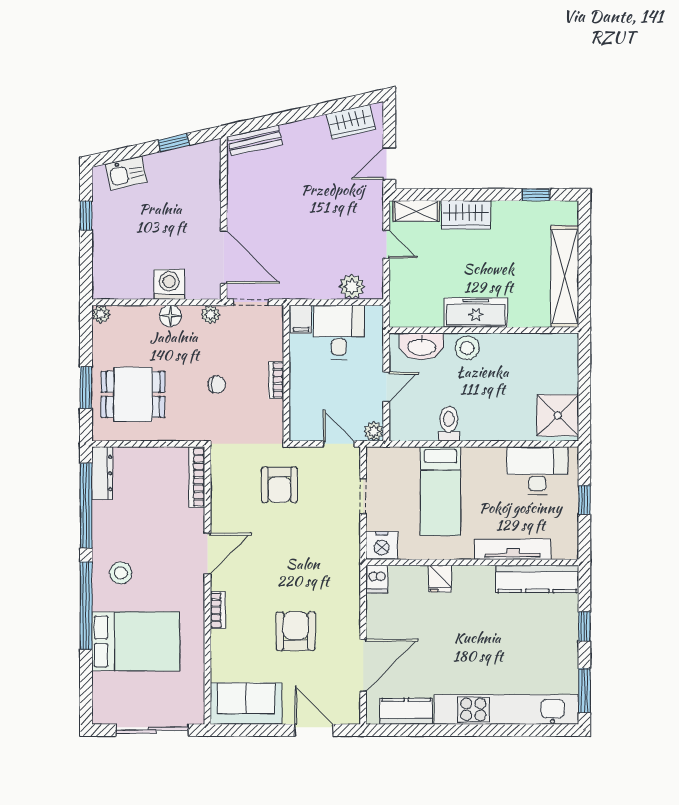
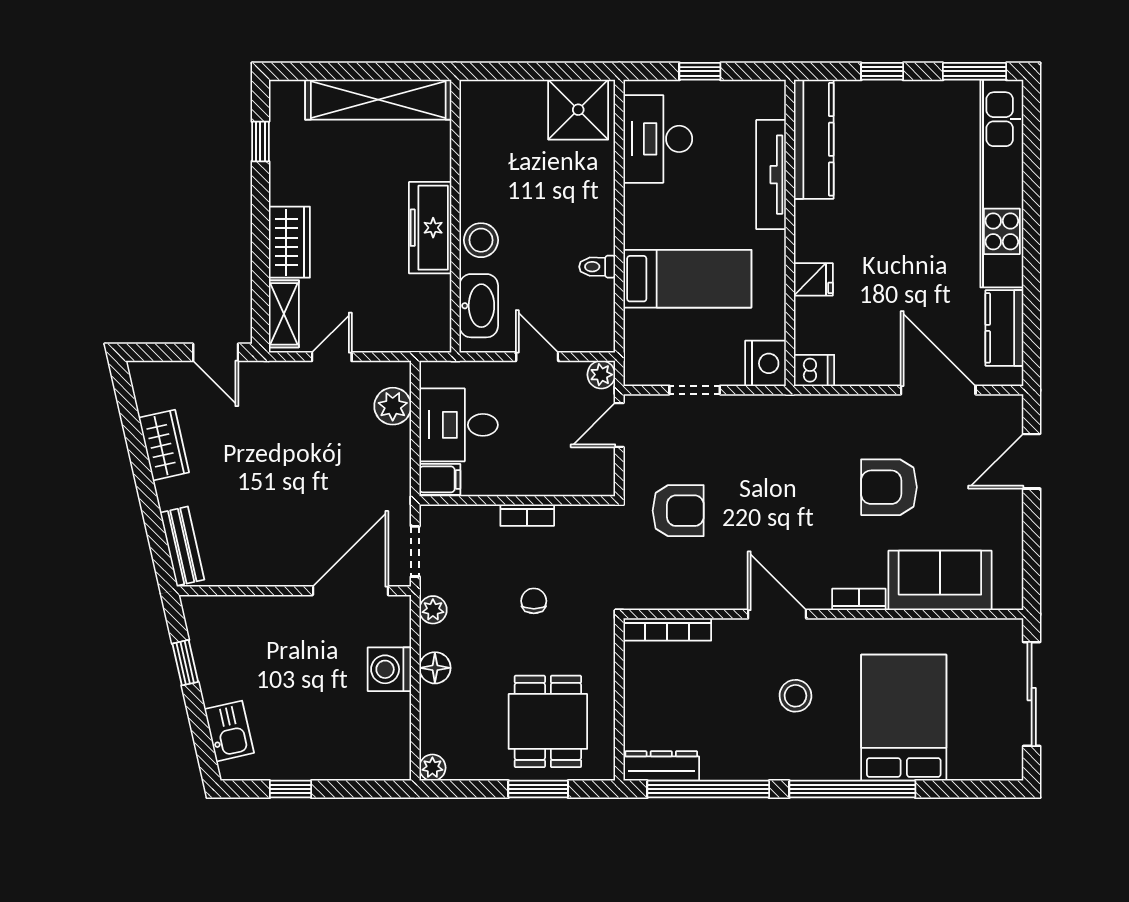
wardrobe: (351, 122) -> (164, 445), moved
toilet: (449, 424) -> (597, 267), width x0.73, depth x0.72
stool: (121, 573) -> (795, 696), moved
sofa: (246, 704) -> (940, 580), moved, turned 90

